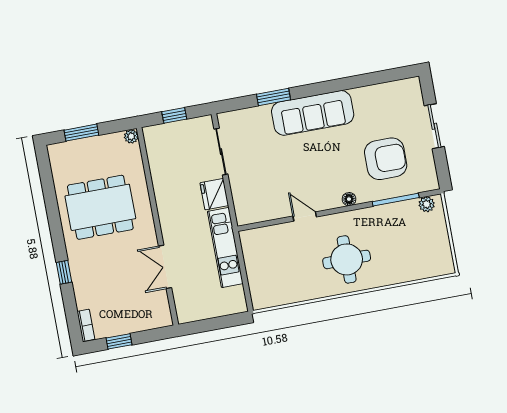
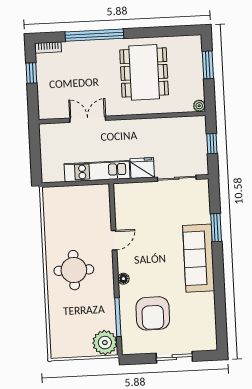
plant: (427, 204) -> (105, 343), width x1.87, depth x1.87
window: (64, 272) -> (94, 35), width x3.17

